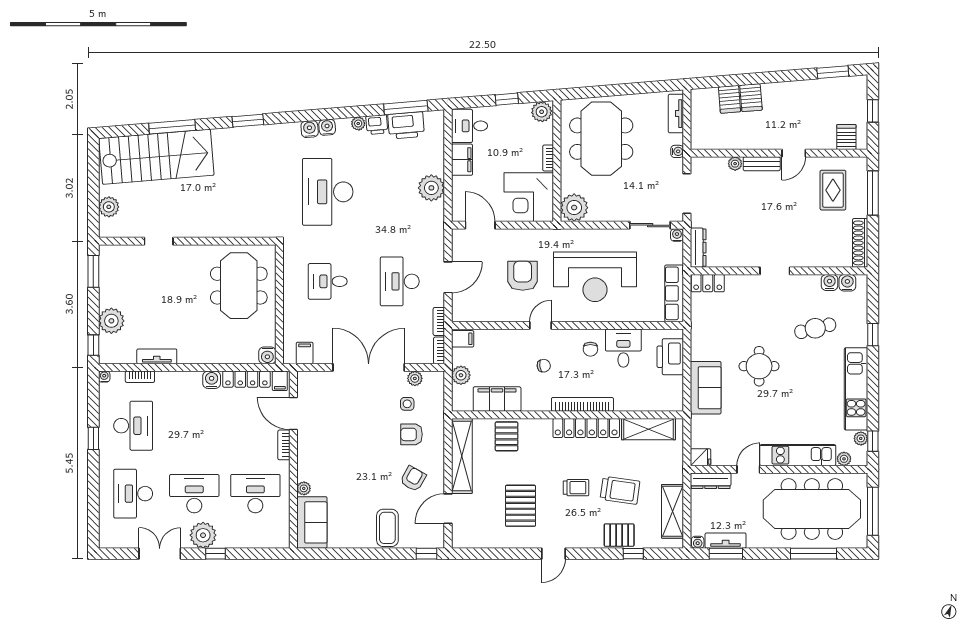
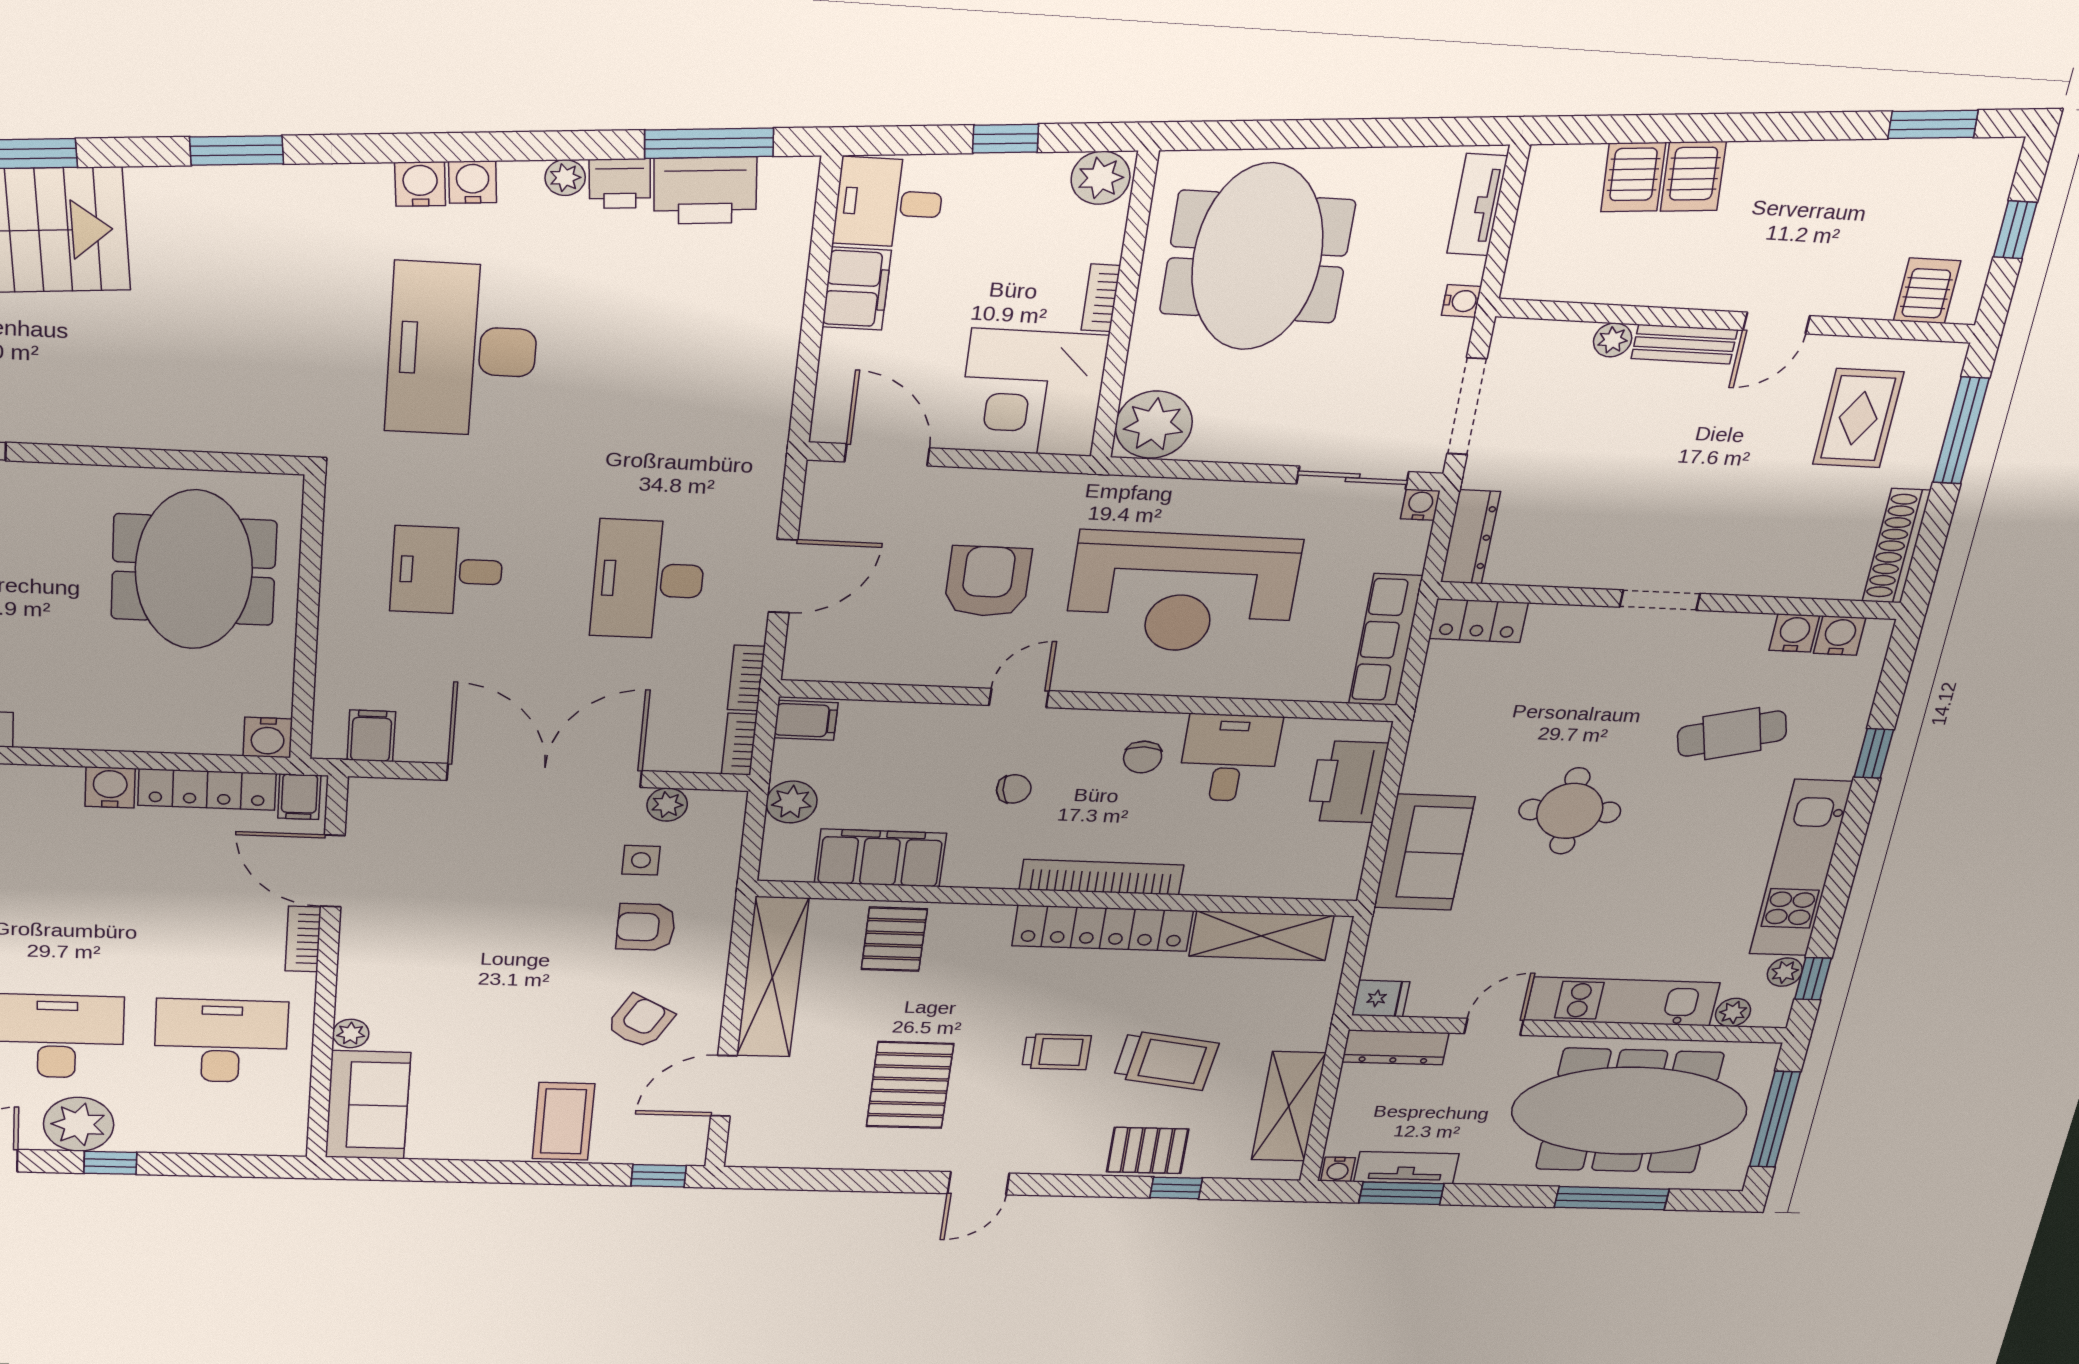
plant: (431, 188) -> (761, 355), removed

